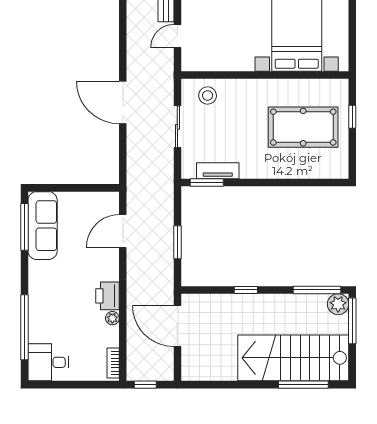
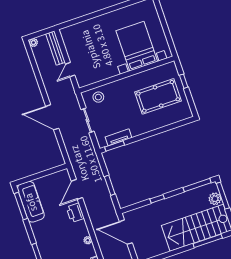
printer: (108, 296) -> (75, 213), moved
plant: (338, 304) -> (215, 199), moved

